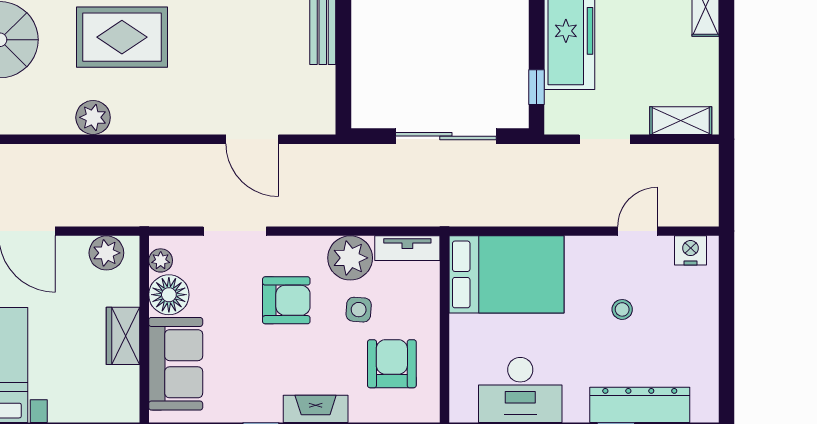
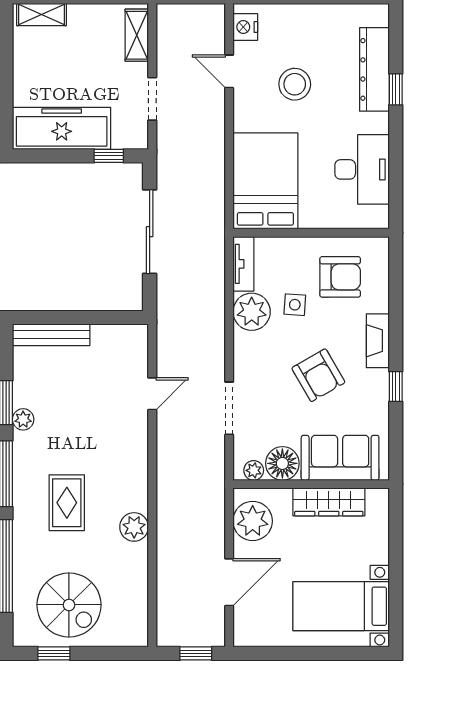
rug: (122, 37) -> (67, 503), width x0.73, depth x0.70
door: (252, 139) -> (152, 394), width x0.73
plant: (106, 253) -> (253, 521), width x1.36, depth x1.36
armchair: (286, 300) -> (318, 375), moved, turned 150
stool: (622, 309) -> (295, 84), width x1.89, depth x1.89
wardrobe: (123, 336) -> (329, 502), width x1.50
armchair: (392, 364) -> (340, 277), turned 180

